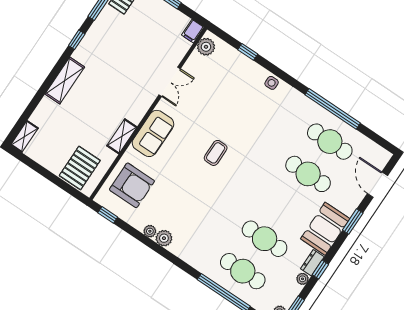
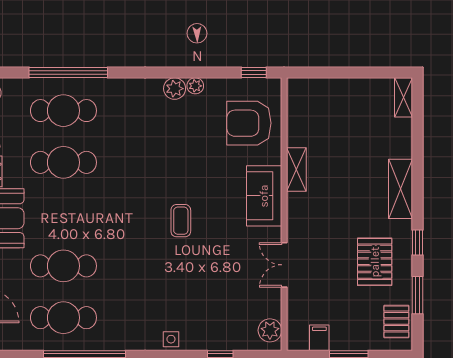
filing cabinet: (193, 31) -> (319, 338), moved
pallet: (80, 168) -> (375, 262), moved

